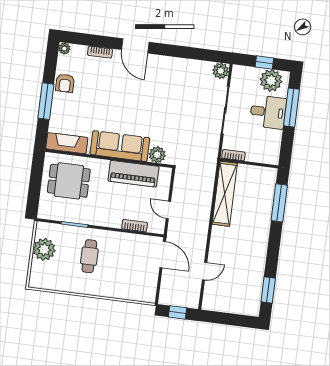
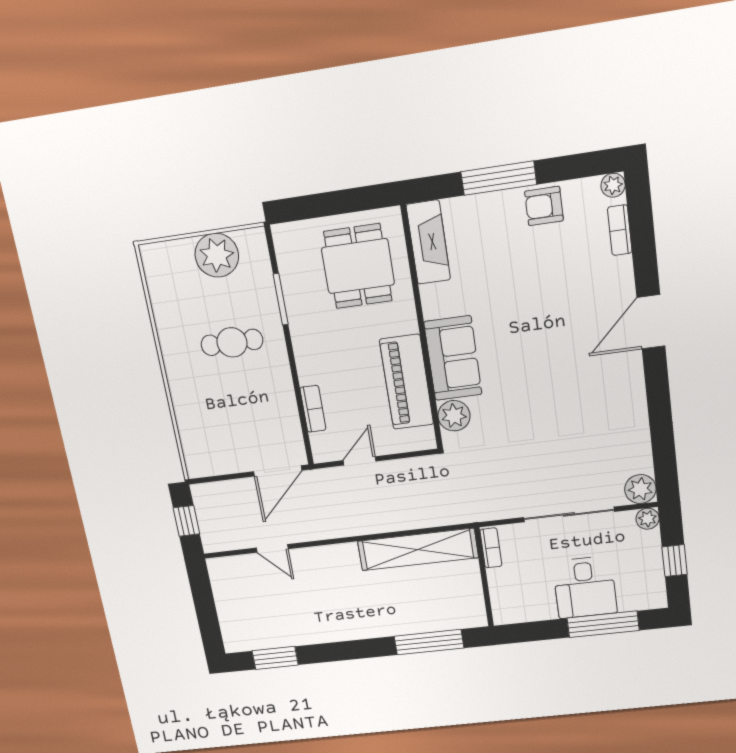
bookcase: (100, 52) -> (620, 230), moved
plant: (271, 80) -> (648, 519), moved, width x0.53, depth x0.53
sofa: (120, 146) -> (453, 358), width x0.73

